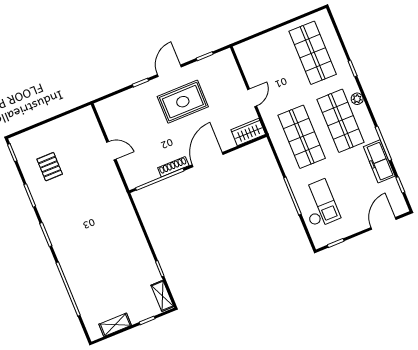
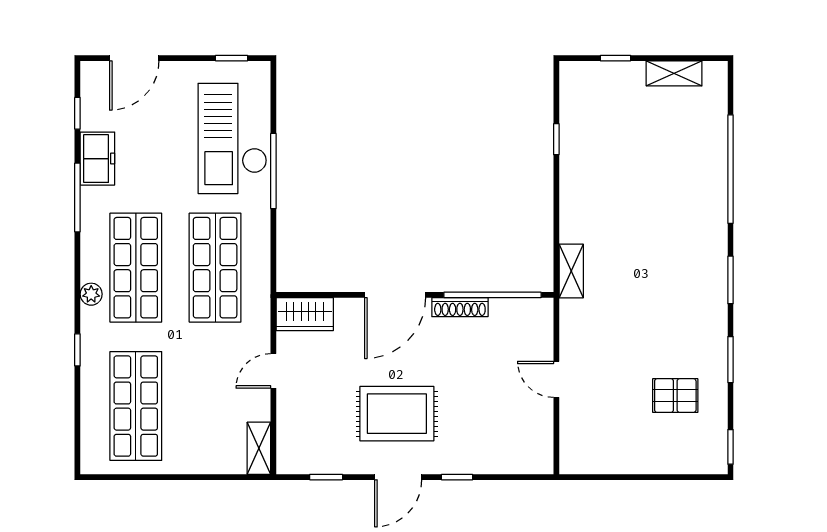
shelving: (244, 57) -> (259, 448), added
freezer: (379, 161) -> (97, 159), width x0.71
pallet: (50, 167) -> (675, 396), turned 90
checkout: (319, 204) -> (232, 138), width x1.36, depth x1.21
shelving: (162, 296) -> (571, 271), moved

